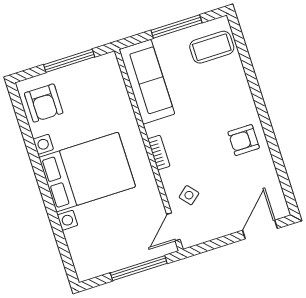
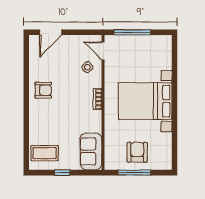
window: (176, 26) -> (62, 173), width x0.46
sofa: (147, 82) -> (91, 151), width x0.73
armchair: (44, 103) -> (137, 152), moved
door: (173, 227) -> (103, 51), swing flipped

